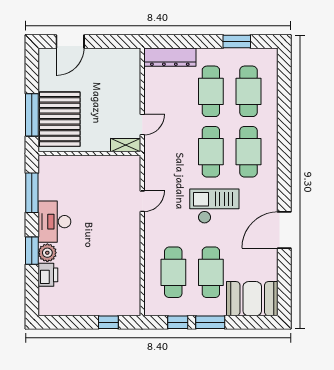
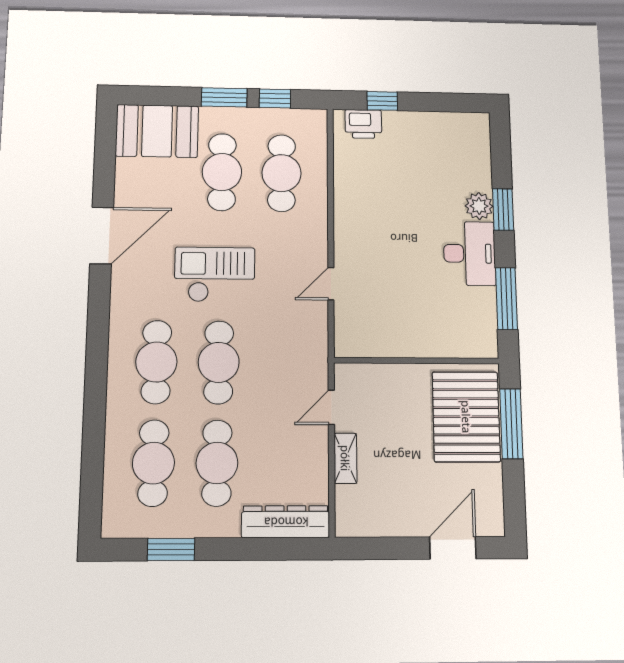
shelving: (126, 145) -> (345, 458), moved, turned 90
checkout: (214, 206) -> (215, 275), turned 180
printer: (48, 275) -> (363, 124), moved, turned -90

